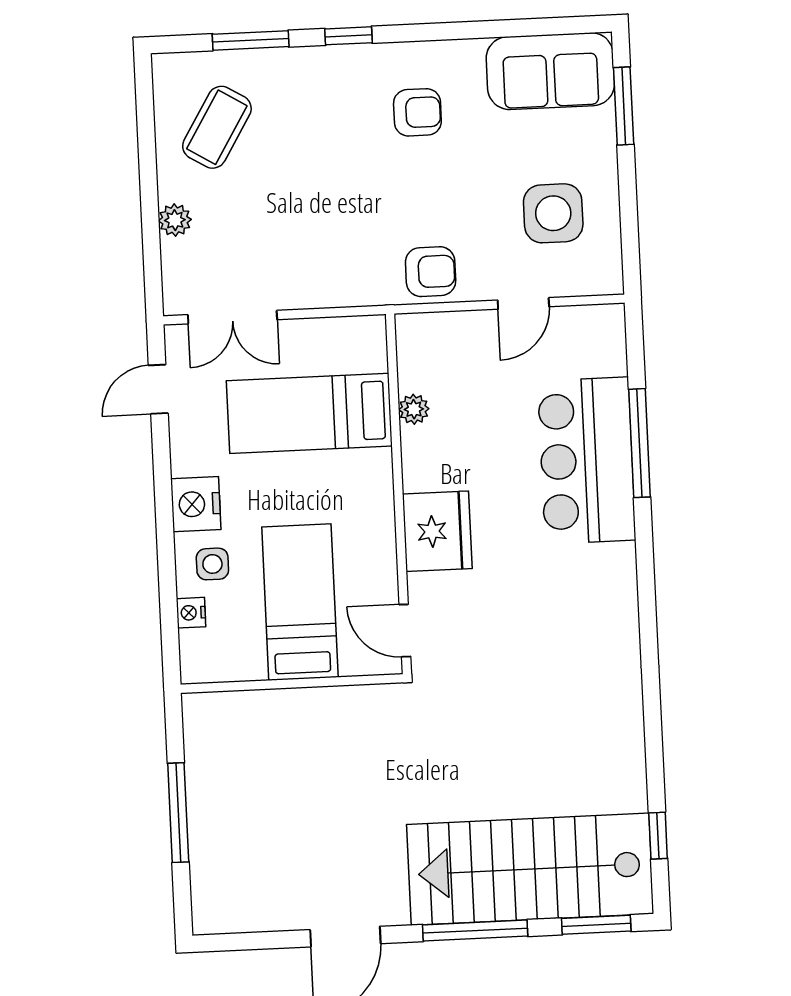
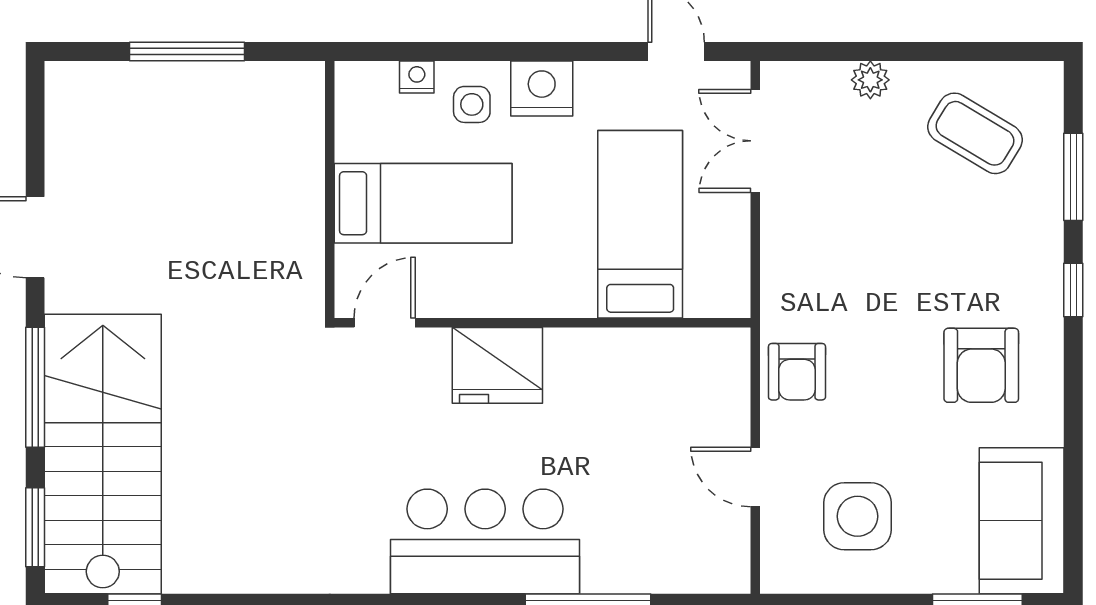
armchair: (417, 112) -> (981, 365), width x1.38, depth x1.38
plant: (414, 409) -> (639, 345), removed
bar counter: (587, 461) -> (485, 541), moved

